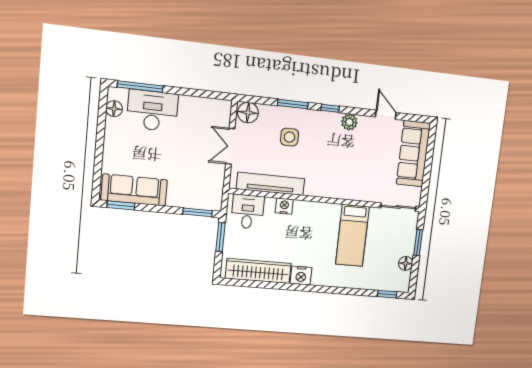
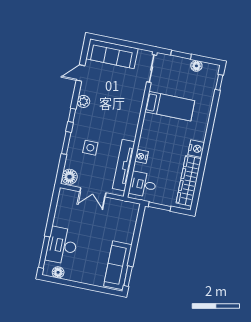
window: (197, 212) -> (139, 221), removed

